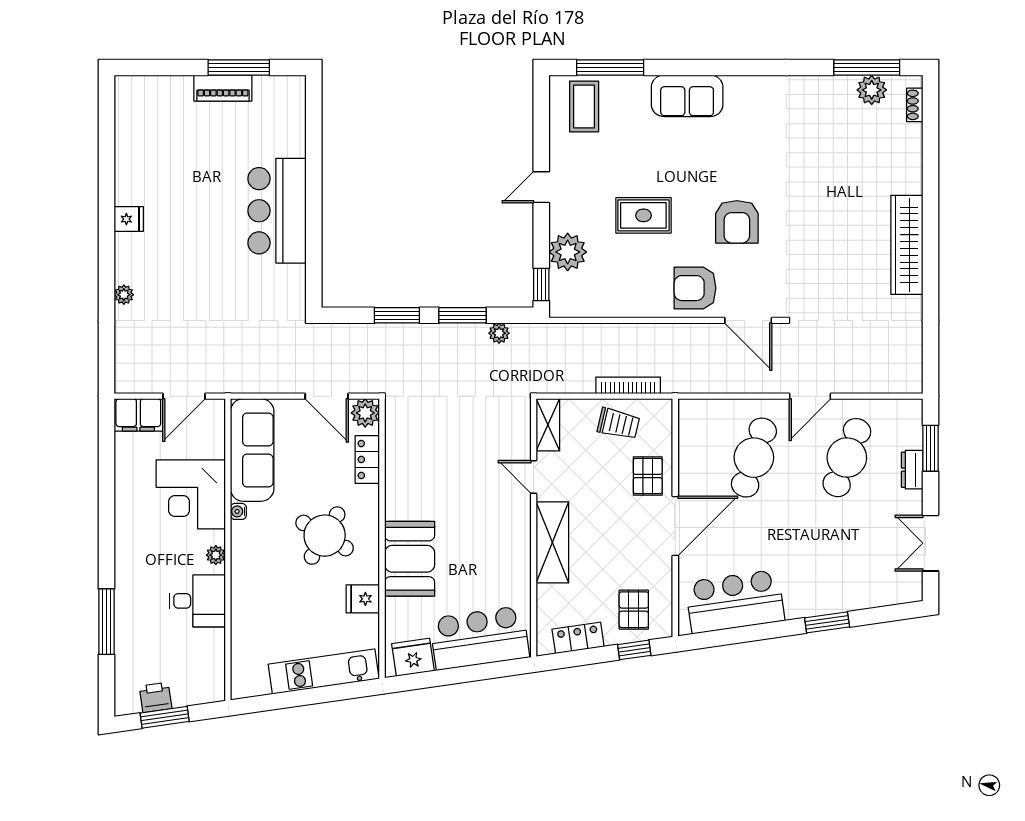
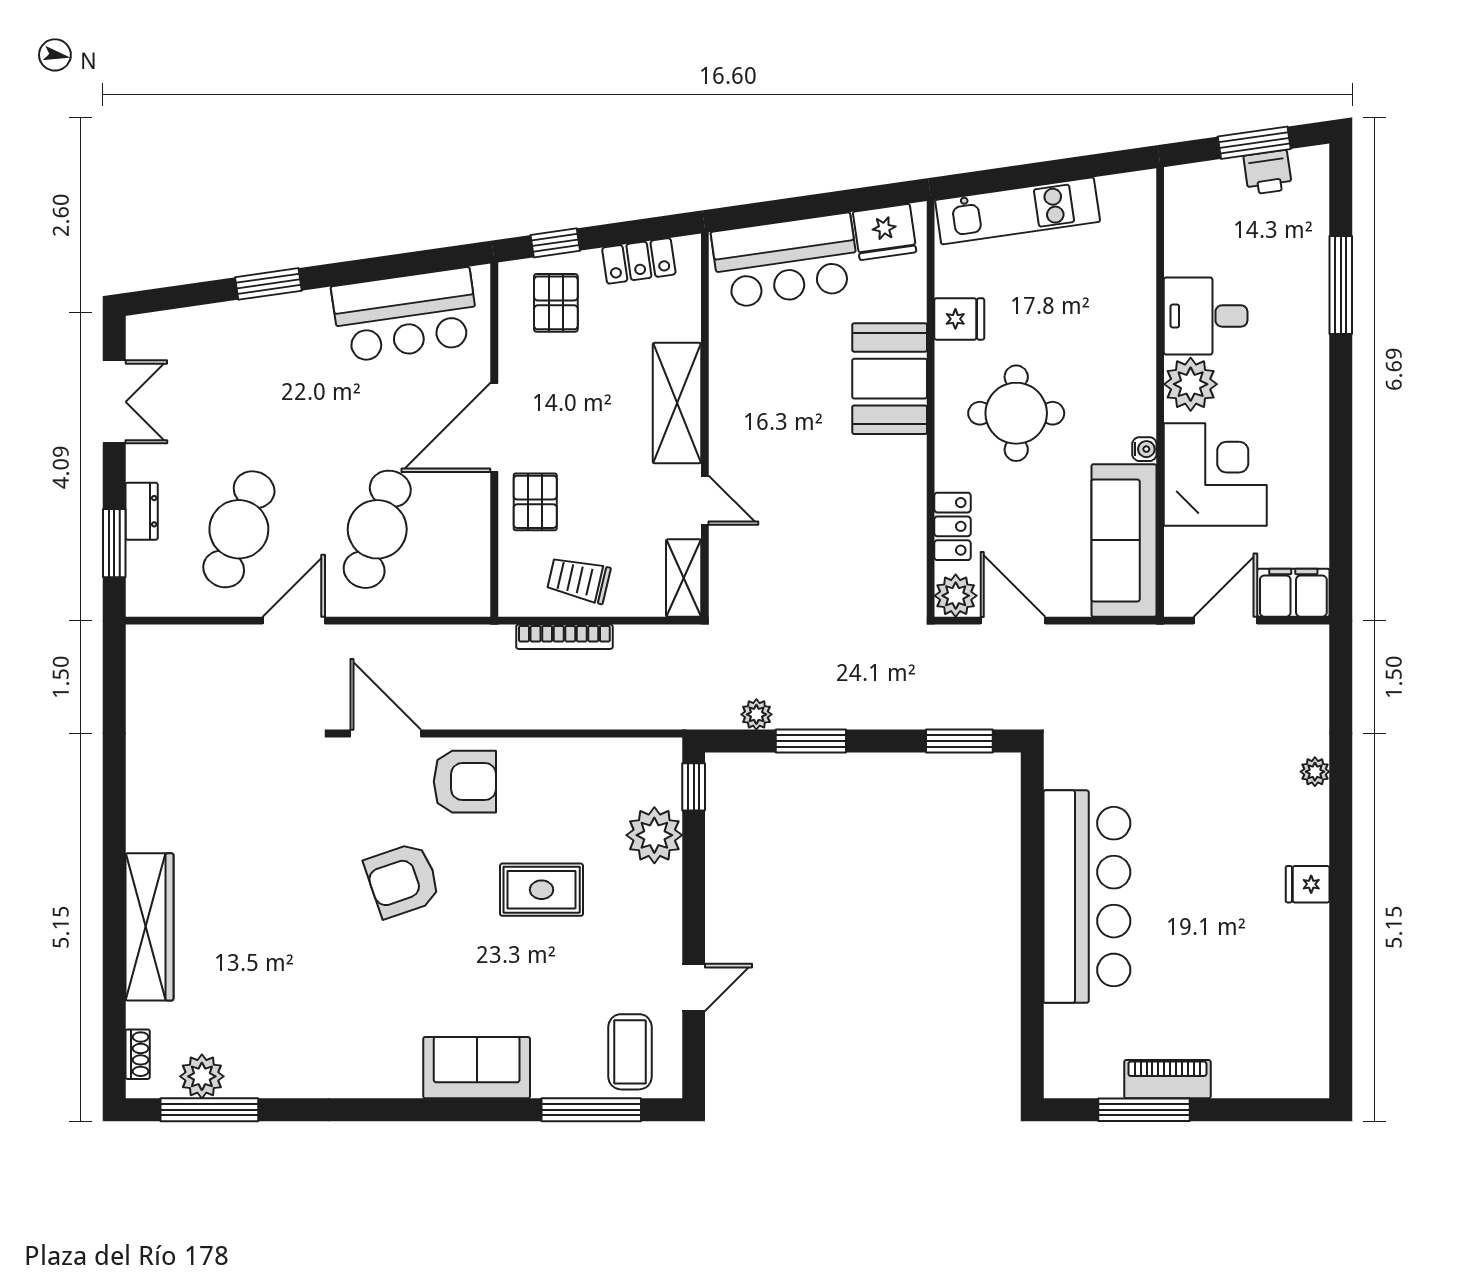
door: (541, 187) -> (694, 987), moved
bar counter: (277, 211) -> (1087, 897), width x1.36
armchair: (737, 222) -> (403, 880), turned -109
wardrobe: (907, 245) -> (149, 927), moved
window: (397, 315) -> (959, 741), moved
round table: (325, 536) -> (1016, 413), turned -31
plant: (216, 555) -> (1191, 384), width x1.88, depth x1.88

